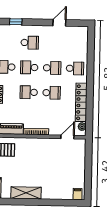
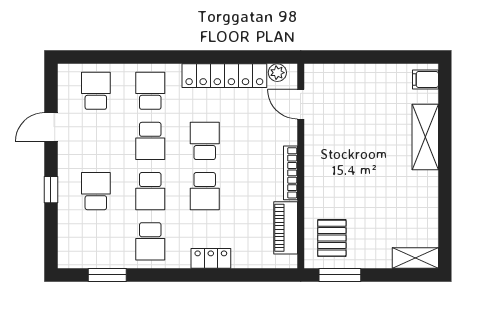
window: (16, 22) -> (51, 190), moved
door: (59, 23) -> (51, 127), hinge flipped
school desk: (76, 44) -> (96, 91), added
school desk: (52, 68) -> (150, 141), turned 180
shelving: (26, 193) -> (425, 137), moved

